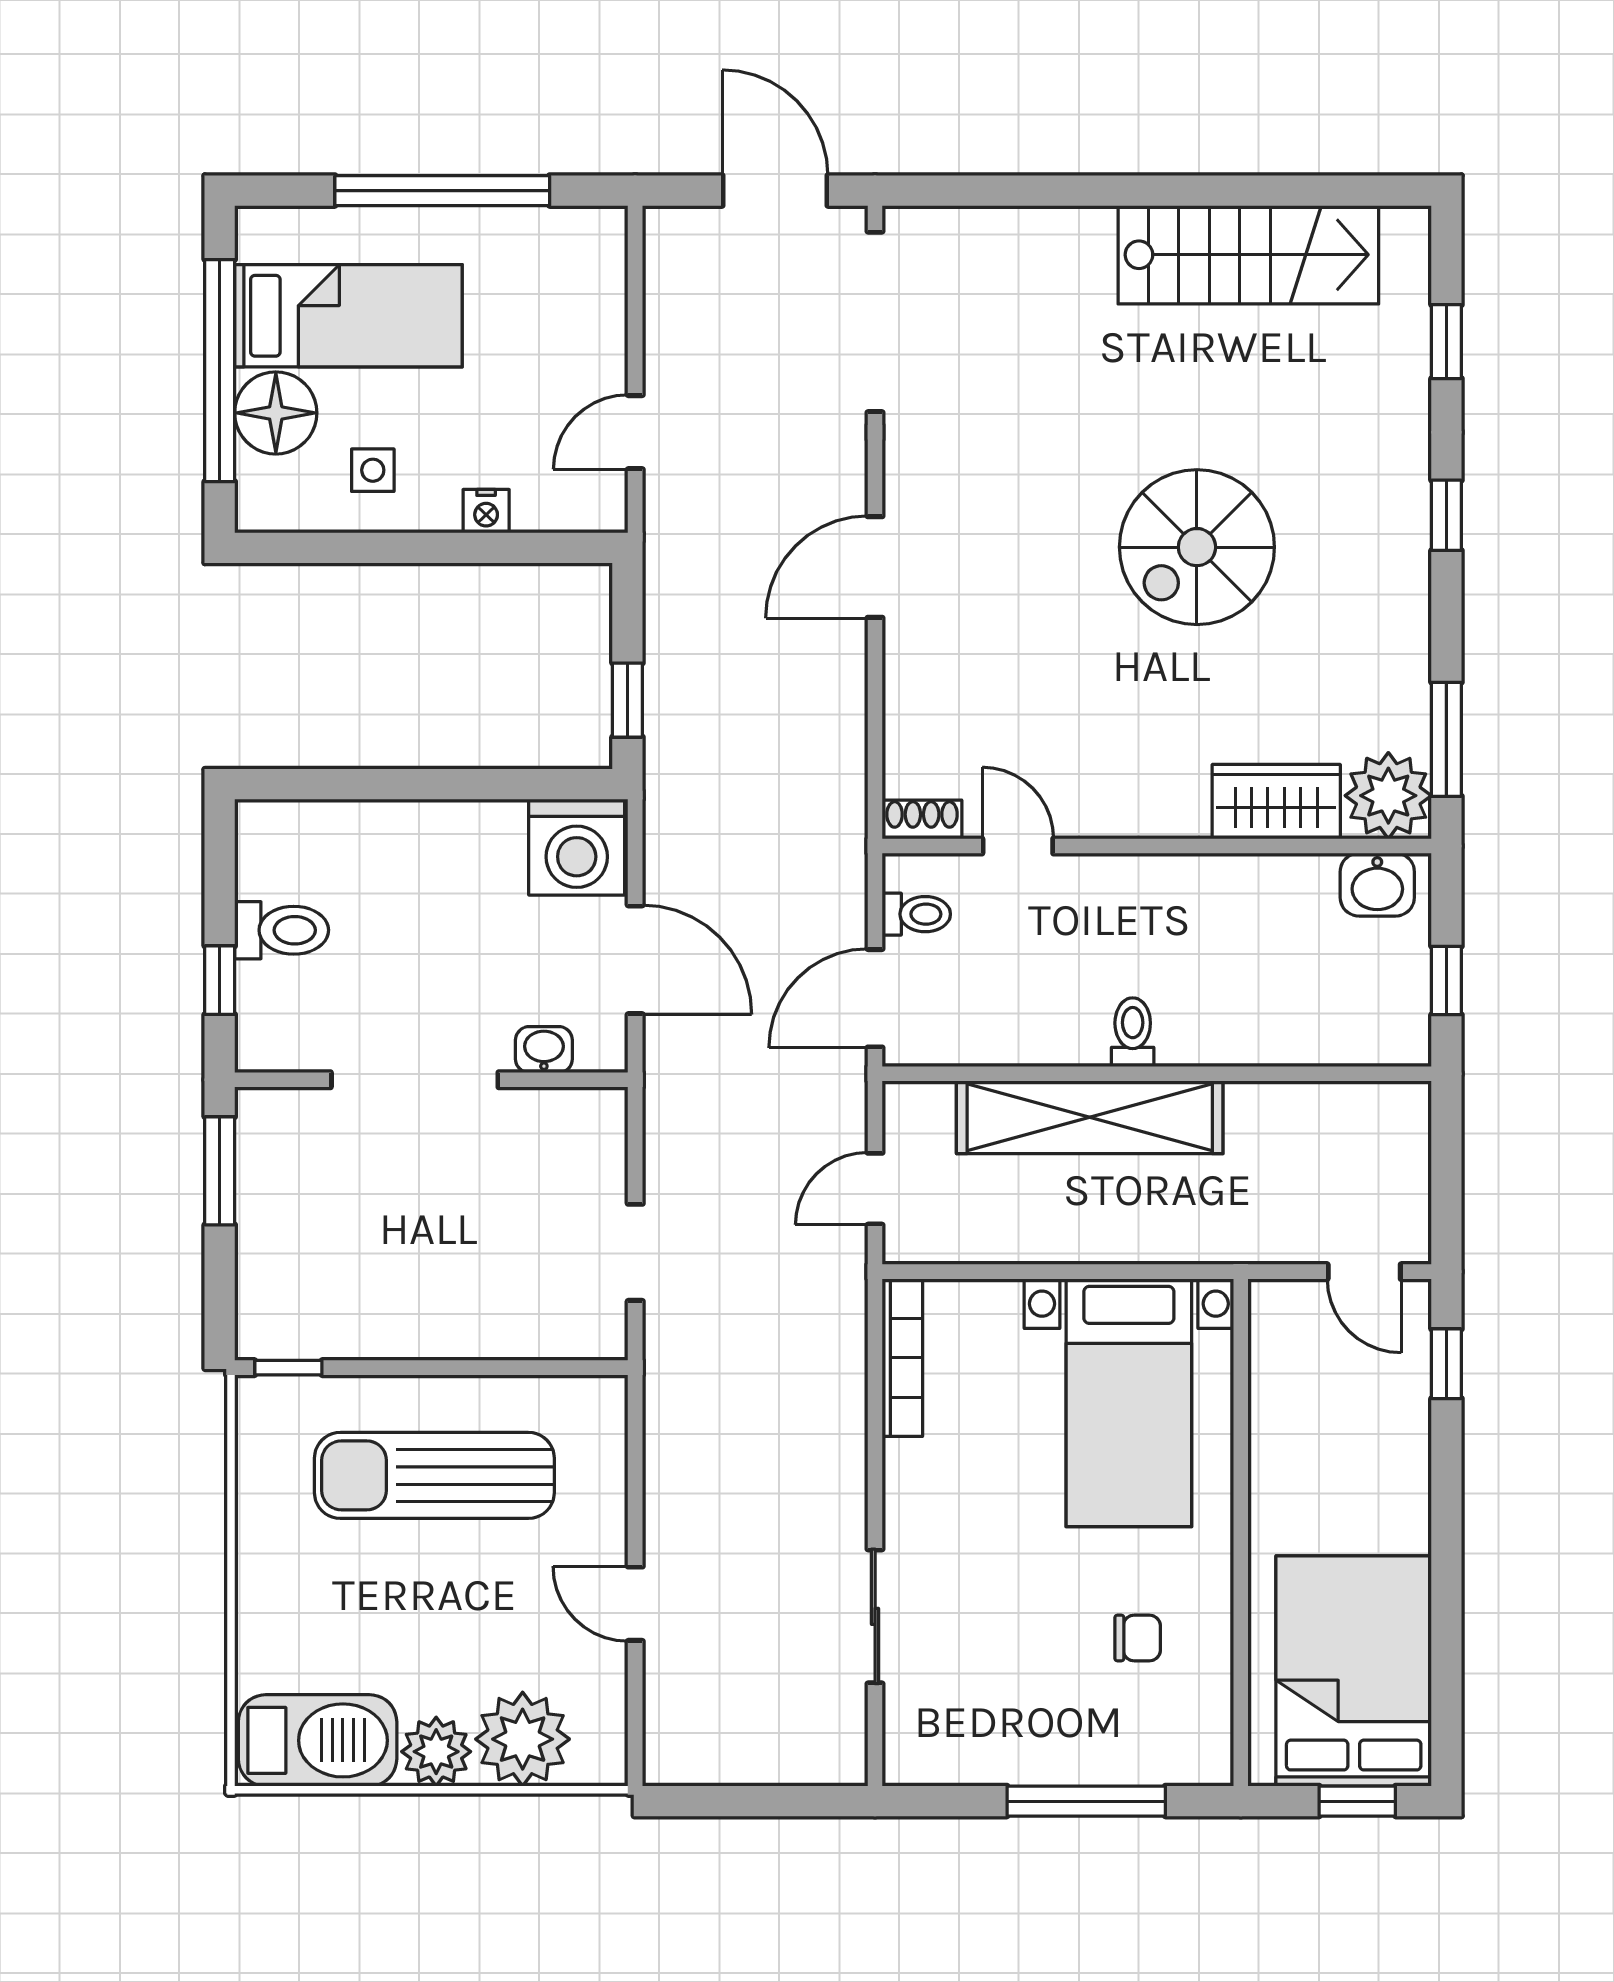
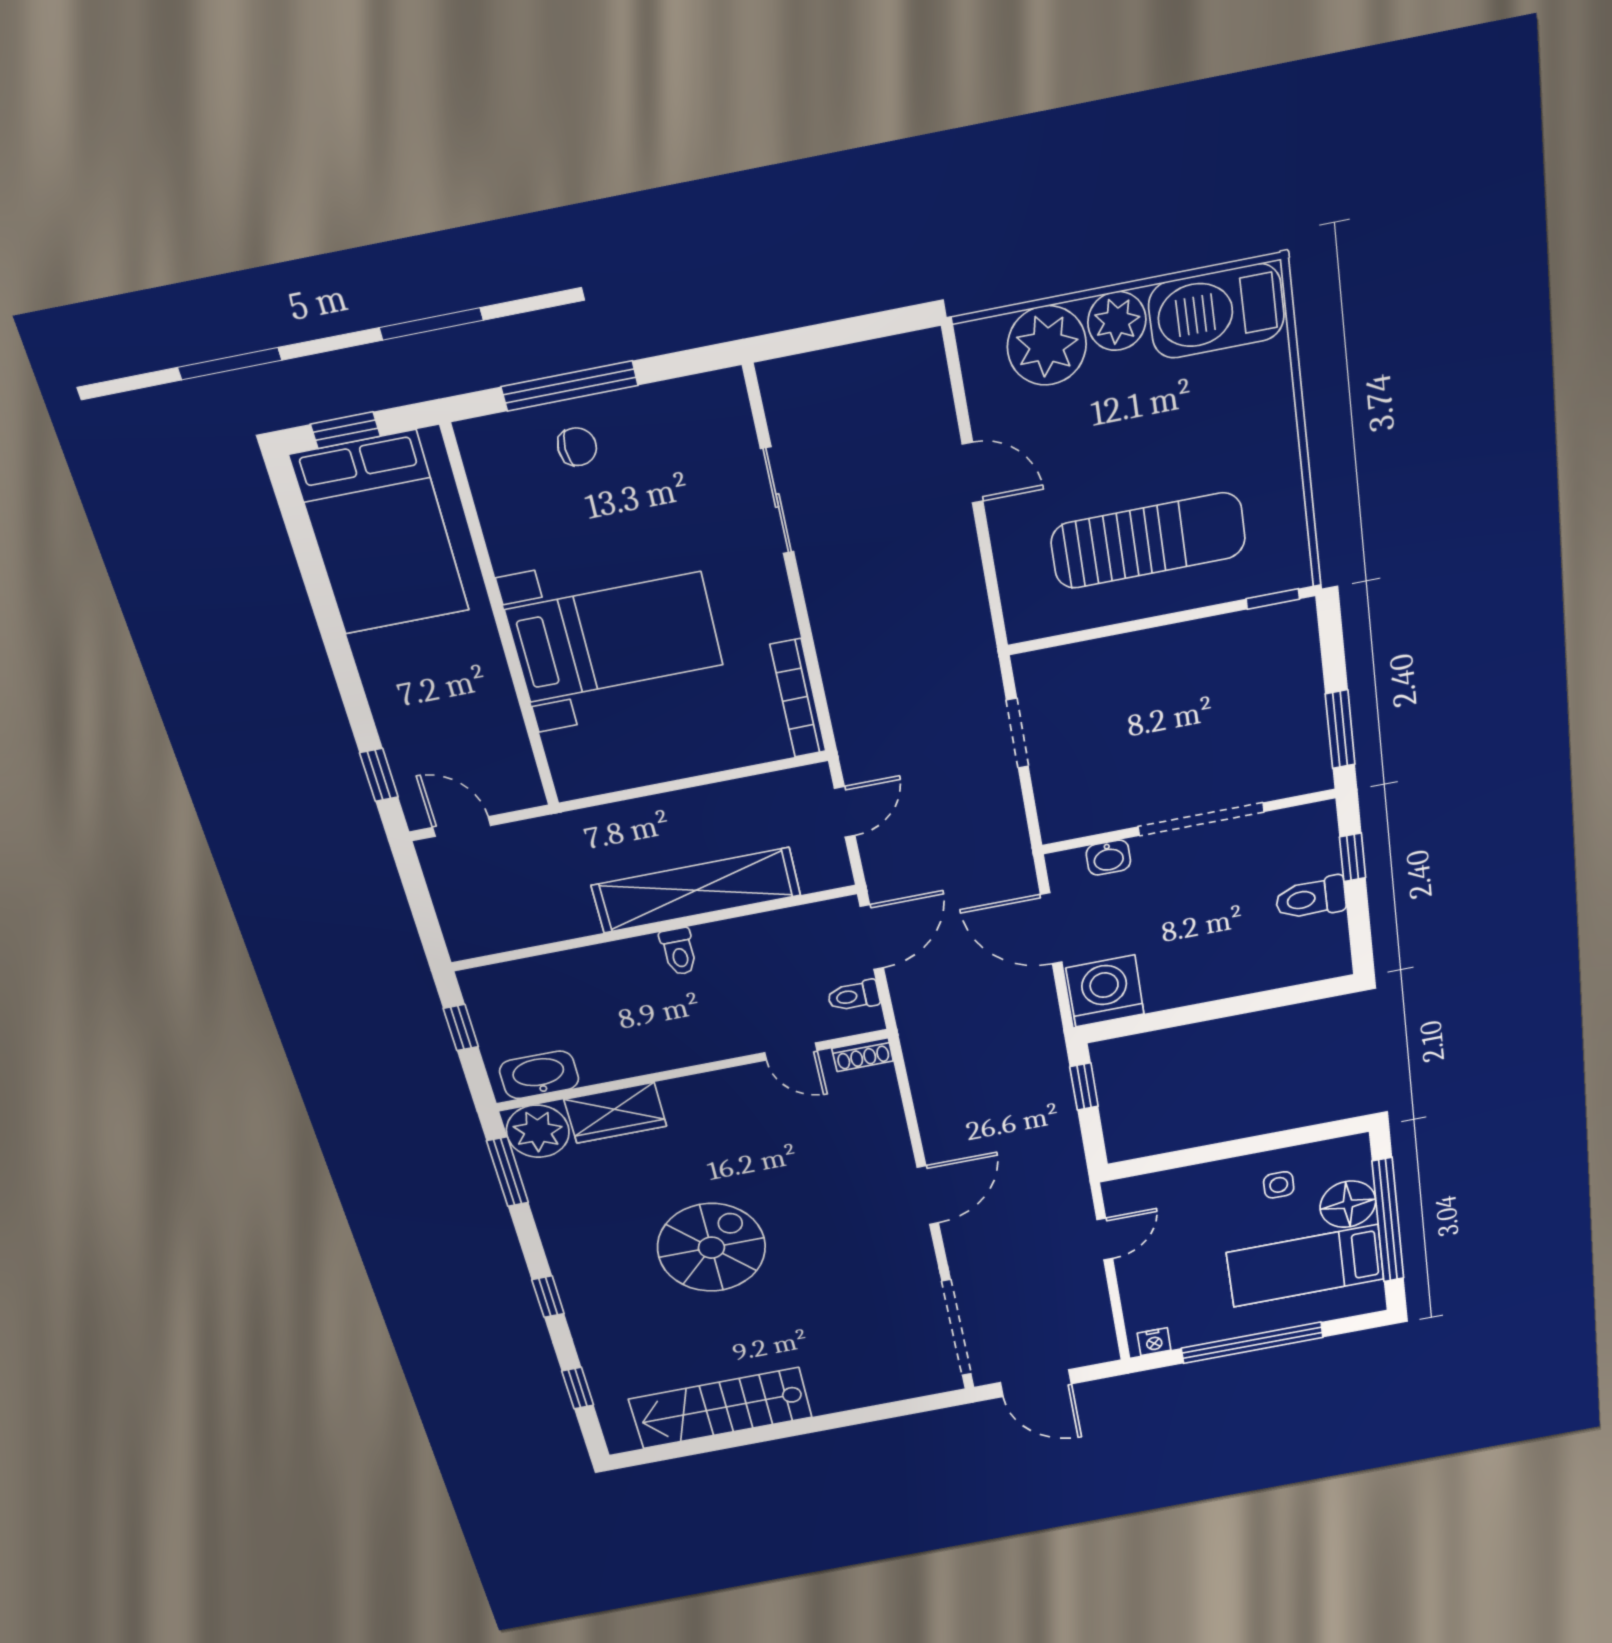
nightstand: (486, 511) -> (1154, 1342), moved, turned 180
washbasin: (1377, 885) -> (539, 1075), width x1.38
bed with nightstands: (1129, 1403) -> (615, 637), moved, turned 90
chair: (1138, 1638) -> (577, 447), moved, turned 180

